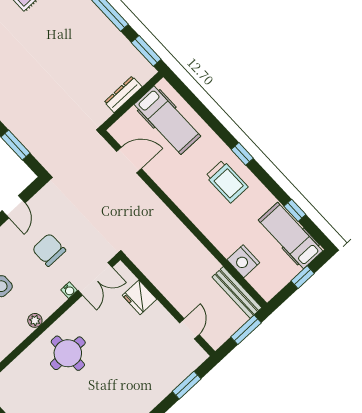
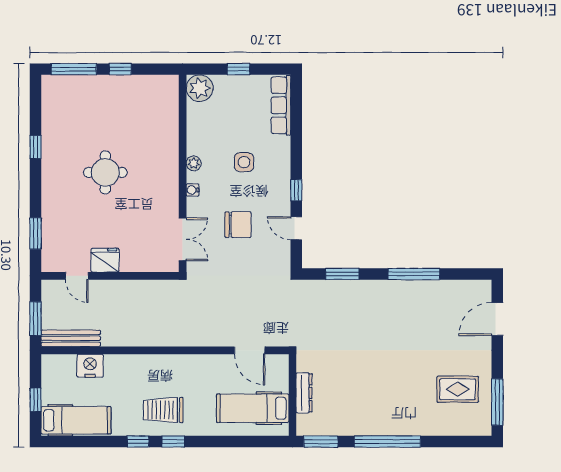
door: (129, 160) -> (250, 350), hinge flipped
window: (295, 210) -> (138, 442), moved
double door: (95, 279) -> (183, 239), swing flipped
water cooler: (69, 290) -> (193, 190), moved
fridge: (140, 297) -> (105, 260), moved
round table: (68, 353) -> (105, 172), moved

